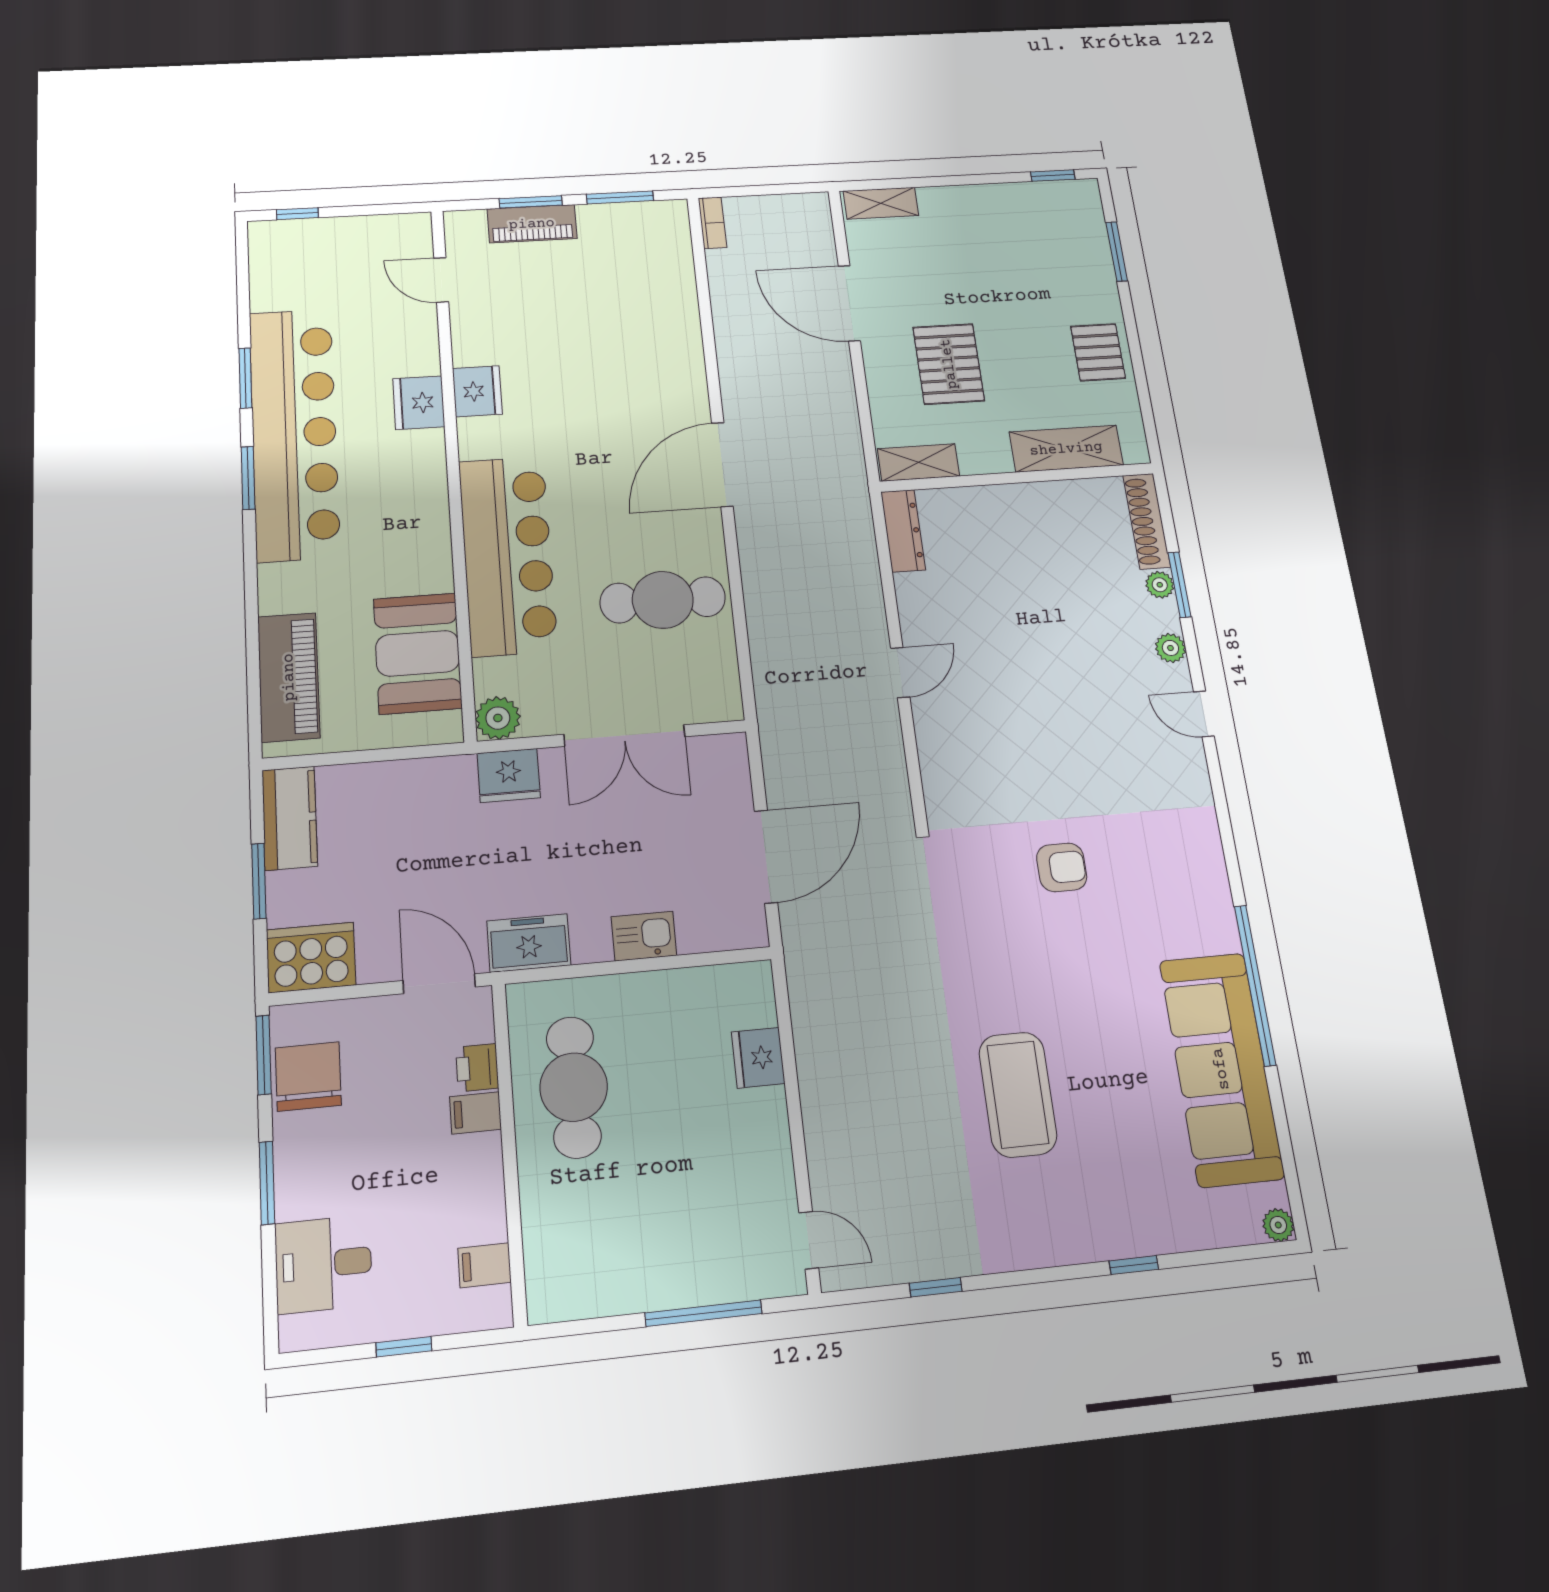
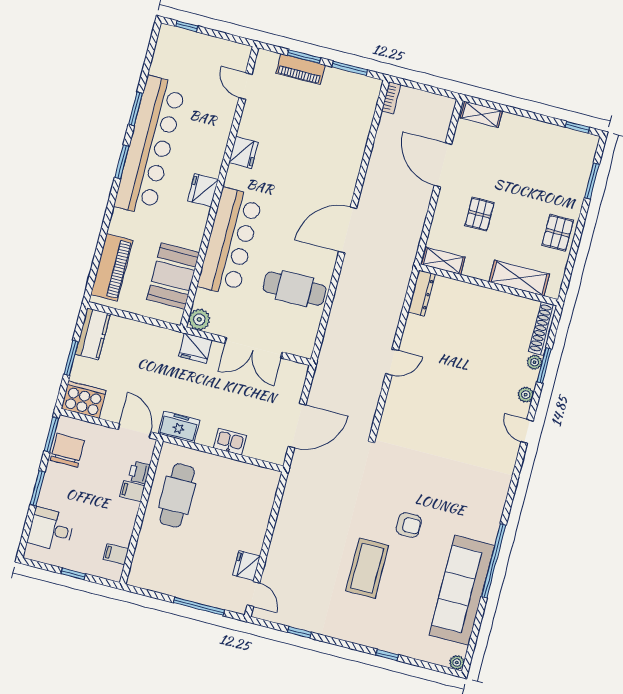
pallet: (949, 364) -> (479, 214), width x0.67, depth x0.71
fridge: (419, 403) -> (203, 190), moved
armchair: (1062, 867) -> (409, 525), moved
fridge: (758, 1058) -> (247, 566), moved

